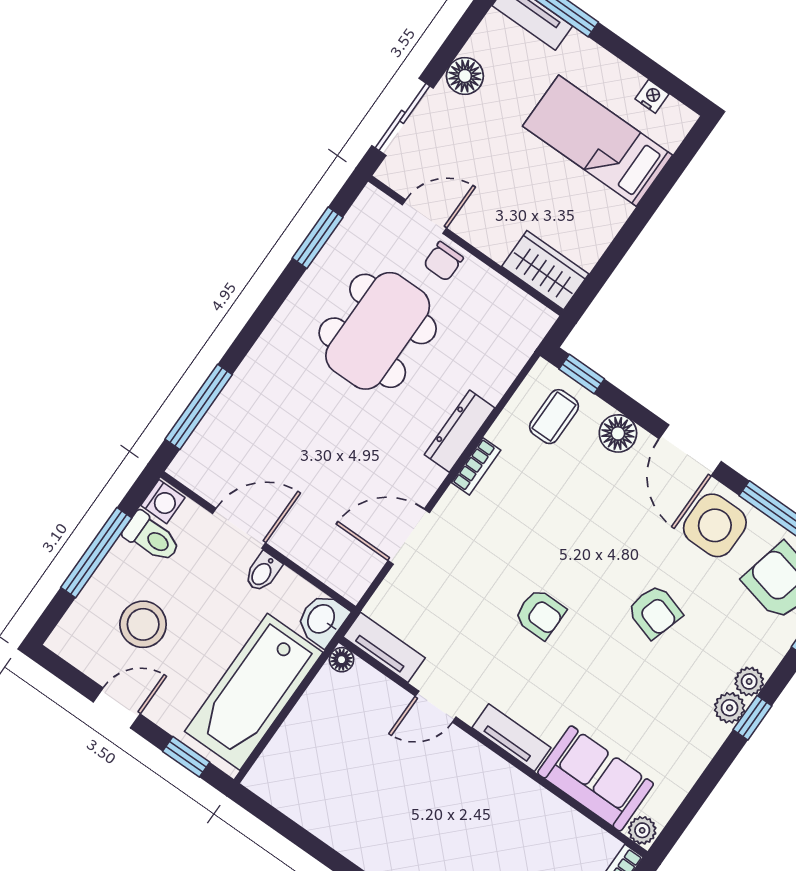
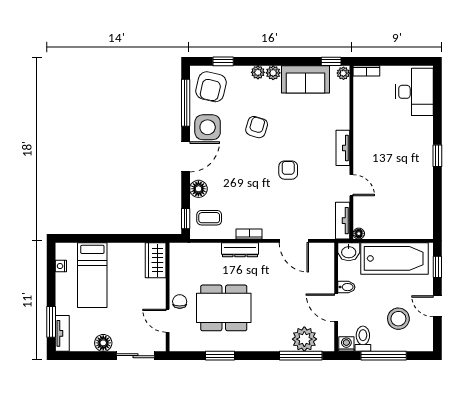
window: (318, 238) -> (220, 356), moved
chair: (443, 261) -> (180, 301), turned -90
plant: (223, 434) -> (304, 339), added
window: (752, 718) -> (331, 61), moved
sofa: (596, 778) -> (305, 79), moved, turned -90

